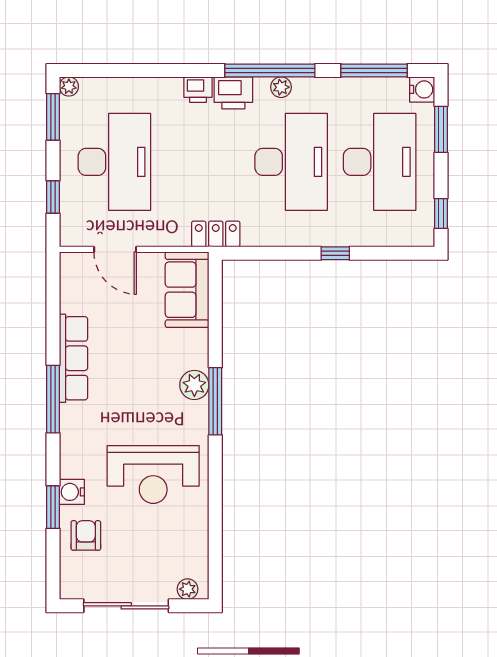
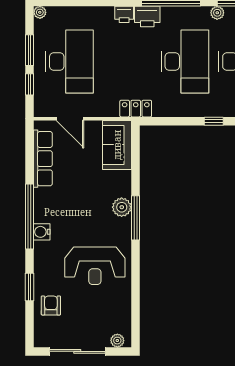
plant: (281, 87) -> (217, 13), moved
window: (53, 117) -> (29, 50), moved
row of seats: (73, 358) -> (43, 159), moved
window: (53, 399) -> (29, 216), width x1.46
water cooler: (72, 492) -> (42, 232), moved

